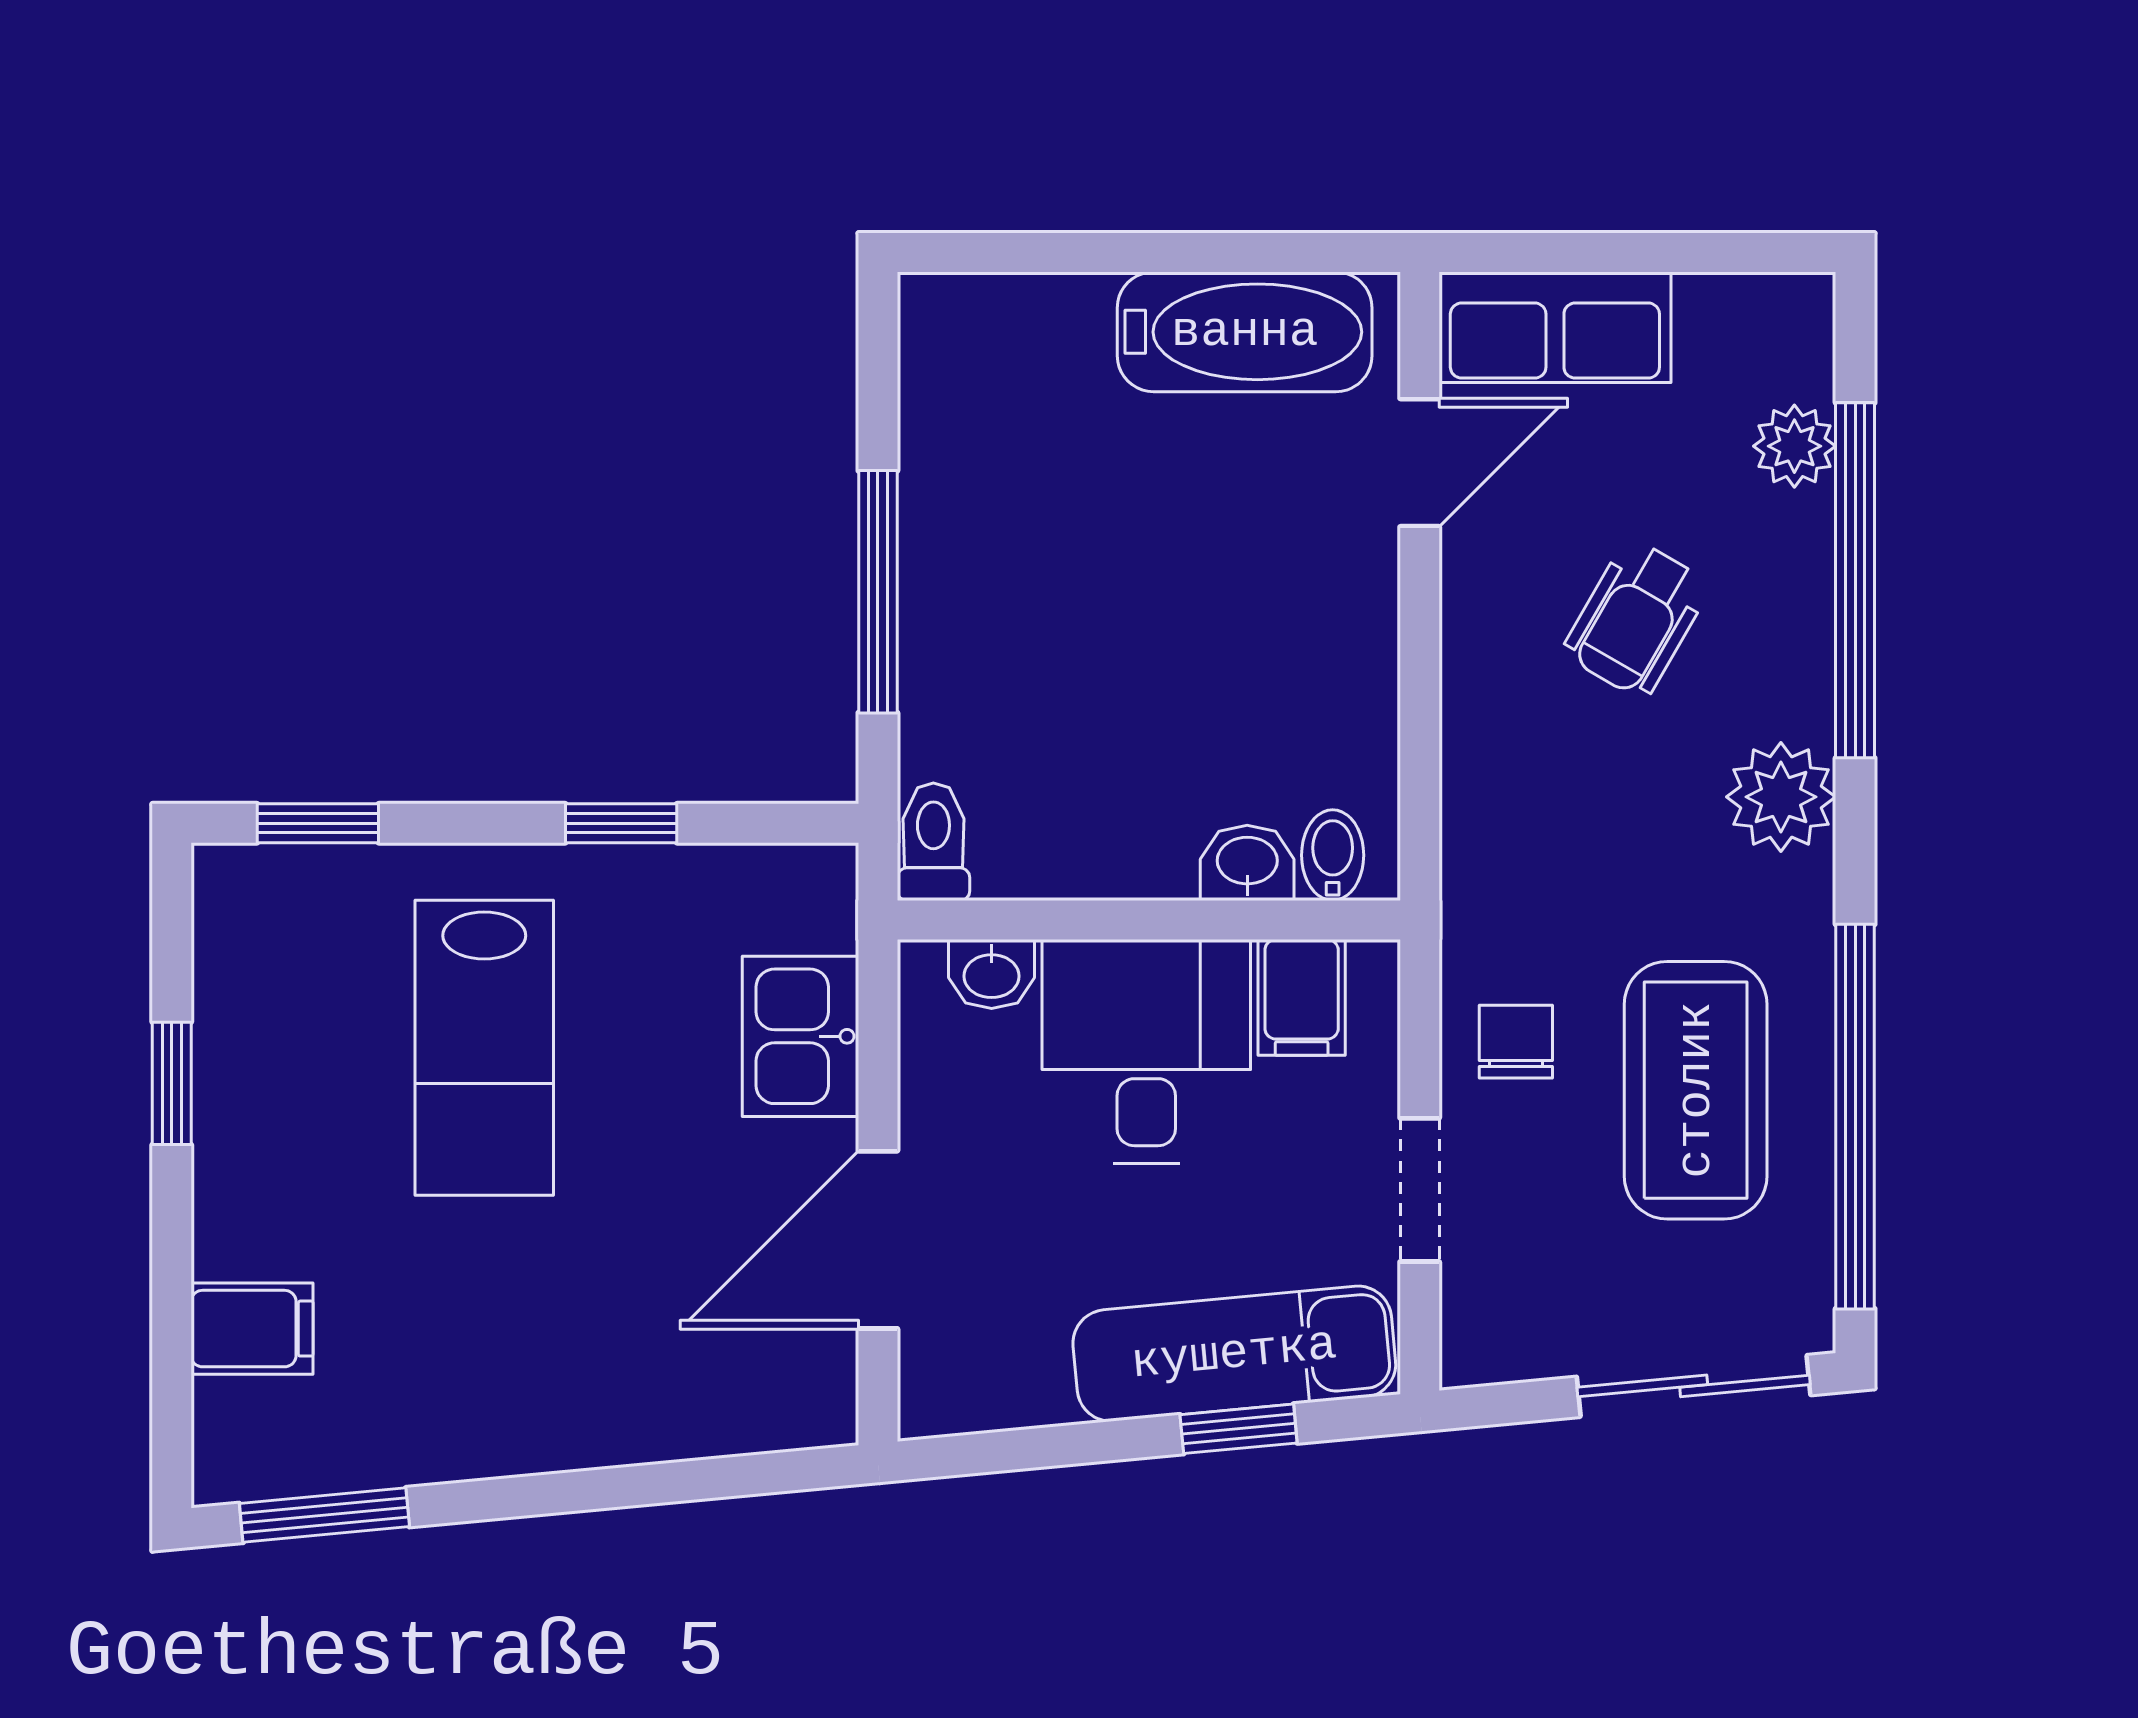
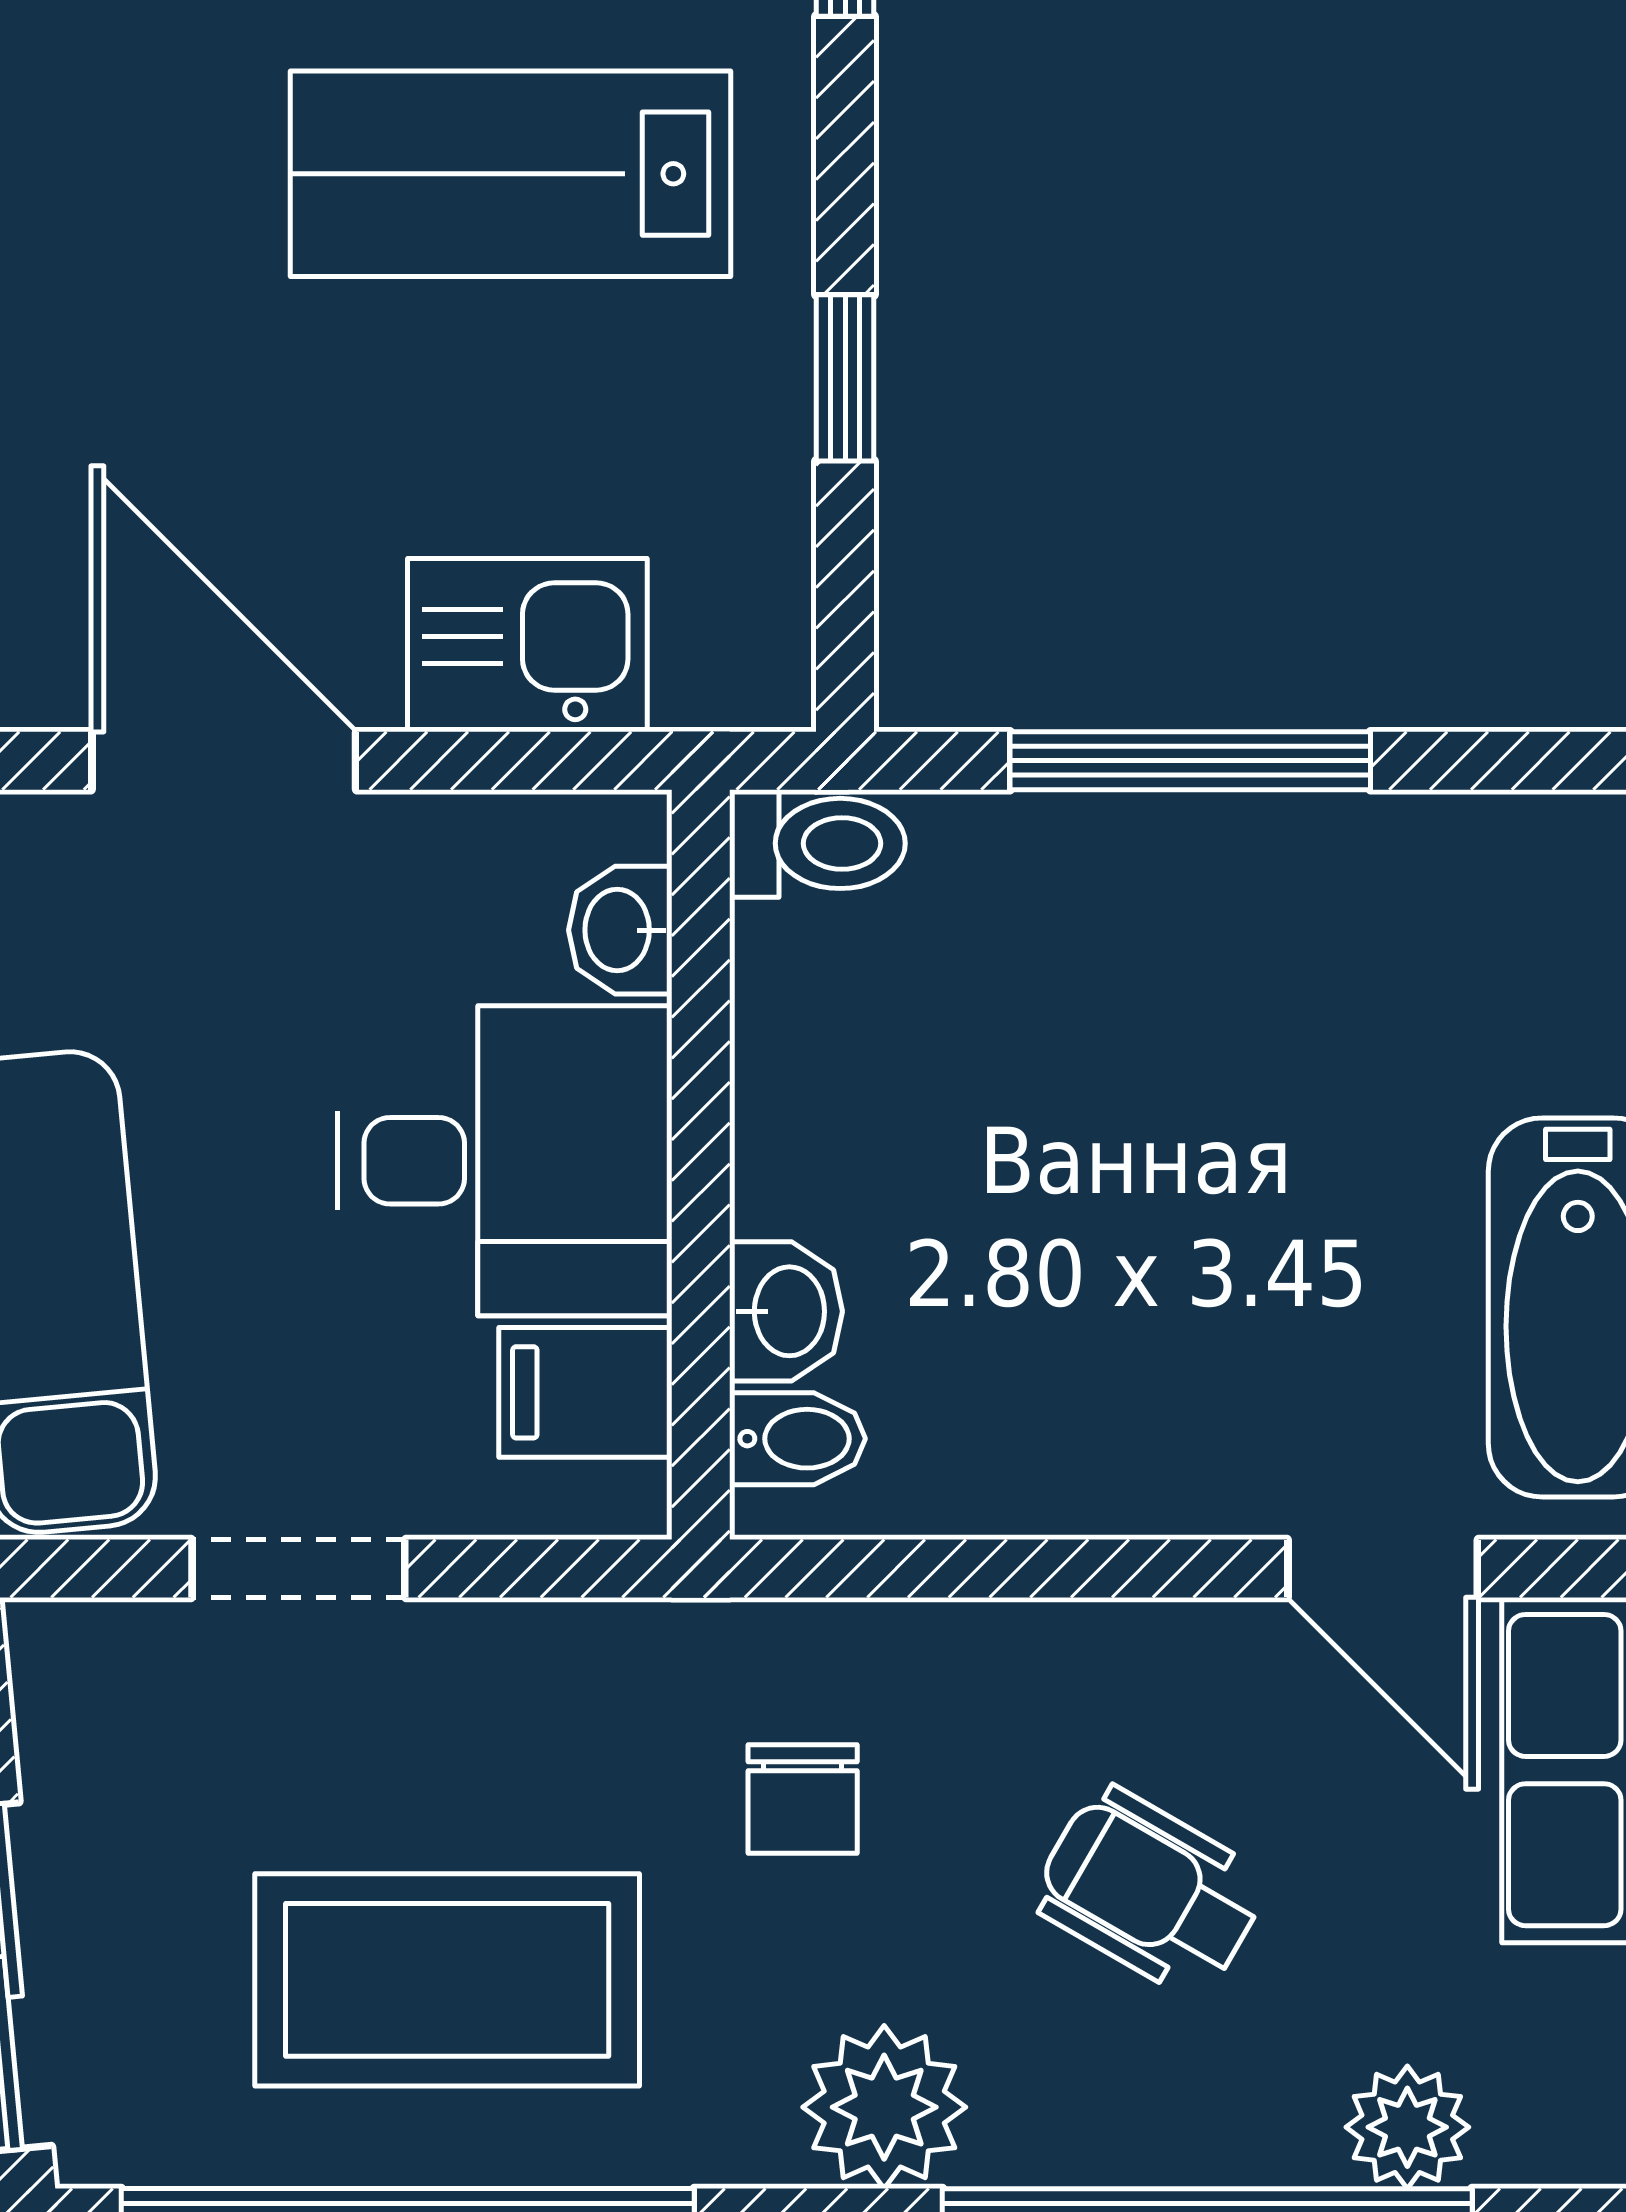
chair: (1516, 1042) -> (803, 1799), moved, turned 90

